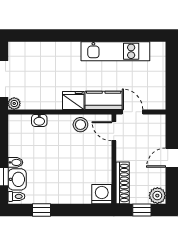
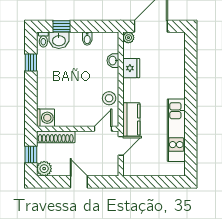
fridge: (73, 100) -> (131, 68), moved
bidet: (15, 162) -> (87, 39), moved

